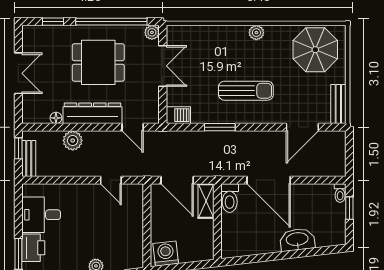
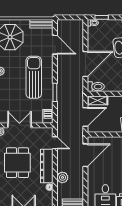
sun lounger: (246, 91) -> (34, 77), width x1.36, depth x1.34
door: (133, 127) -> (55, 143), hinge flipped
door: (111, 180) -> (85, 155), width x1.88

